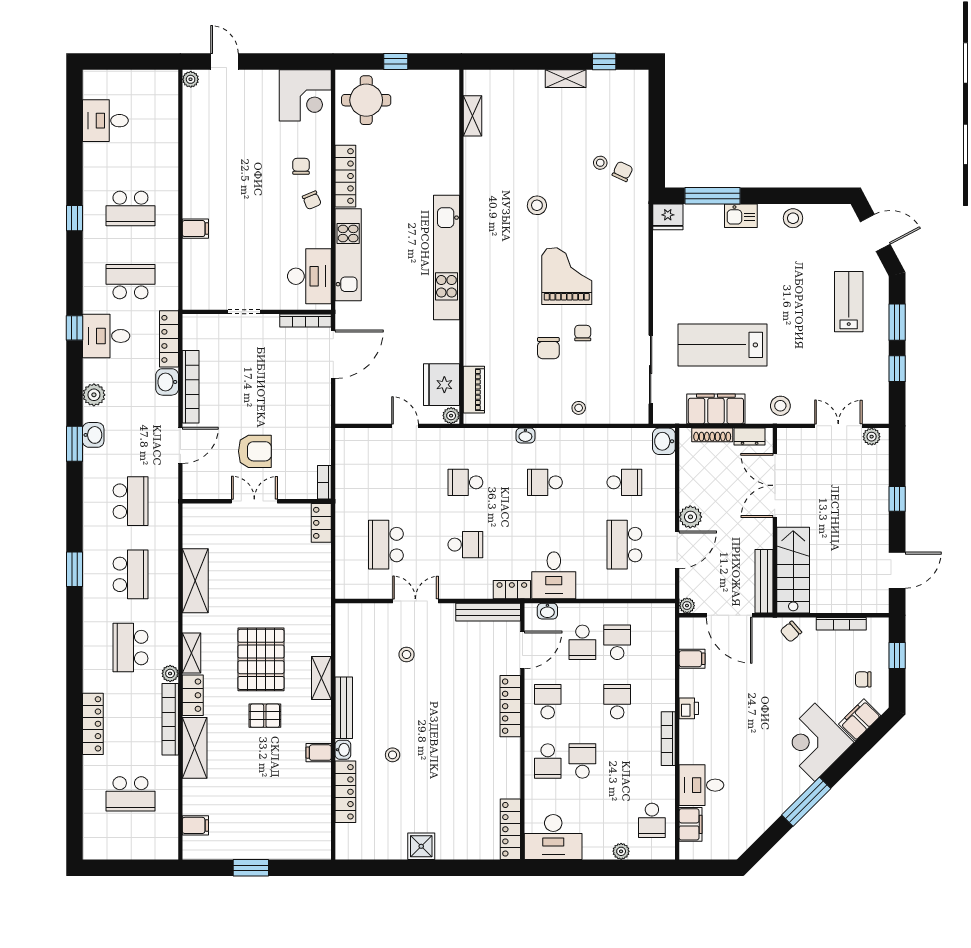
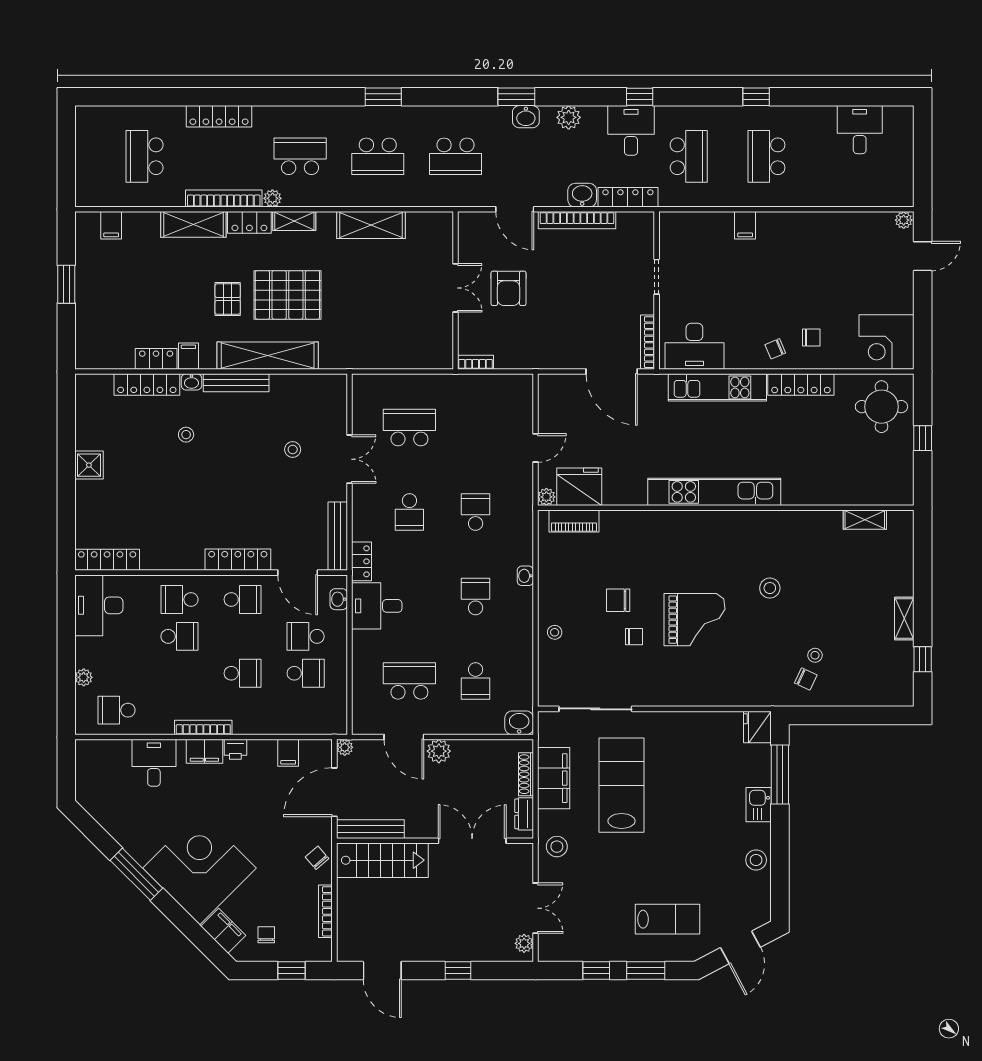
locker: (321, 523) -> (156, 359), moved
shelving: (321, 678) -> (268, 356), width x2.20, depth x1.33
corner desk: (815, 742) -> (199, 868), width x1.36, depth x1.36
filing cabinet: (691, 824) -> (204, 751), moved

